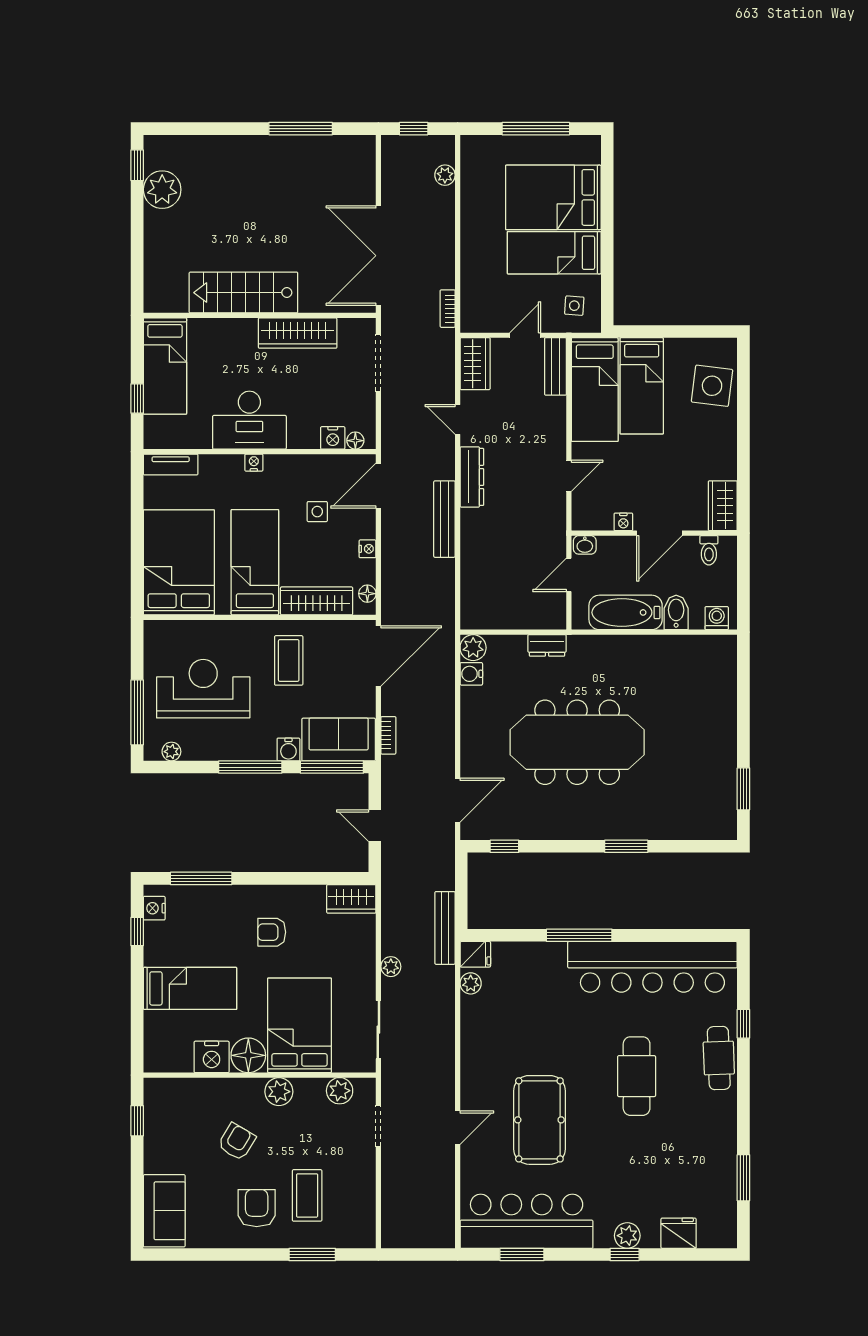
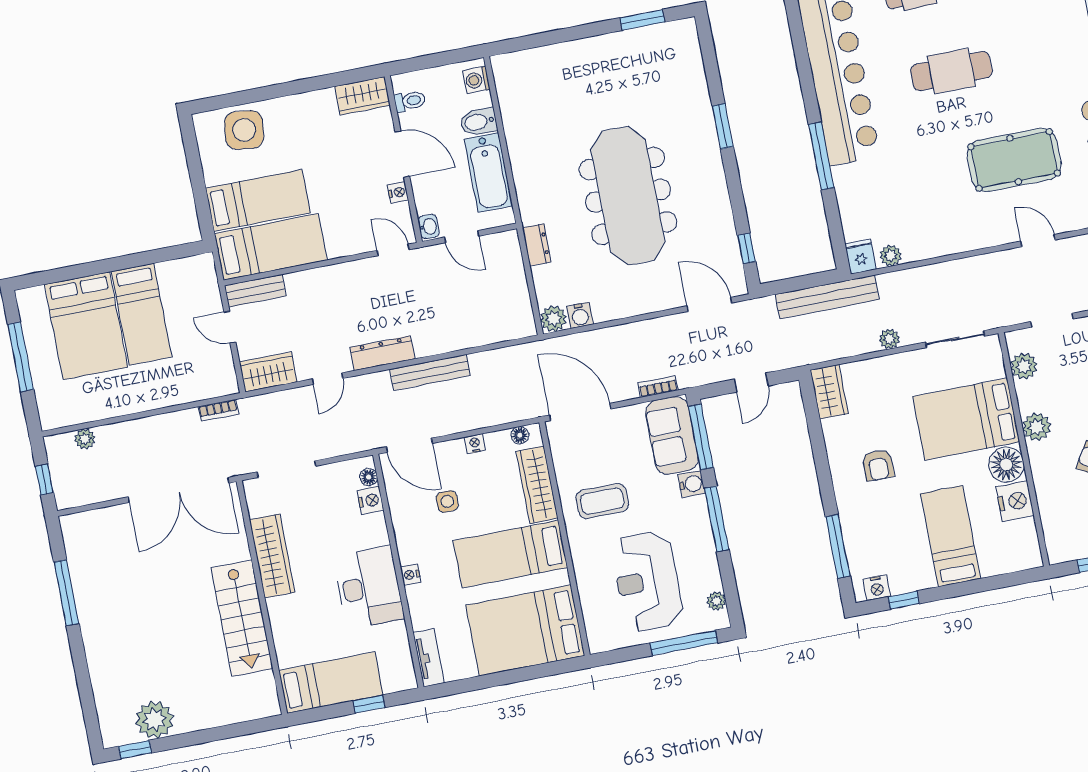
side table: (574, 306) -> (191, 284), removed
door: (569, 476) -> (393, 250), moved
bench: (445, 928) -> (827, 297), width x1.37, depth x1.21

